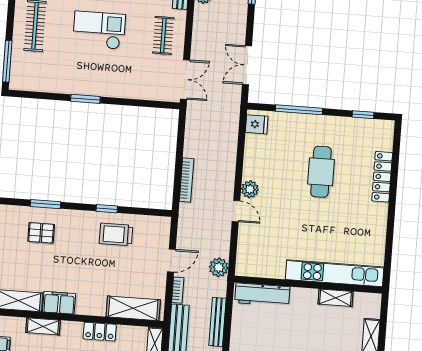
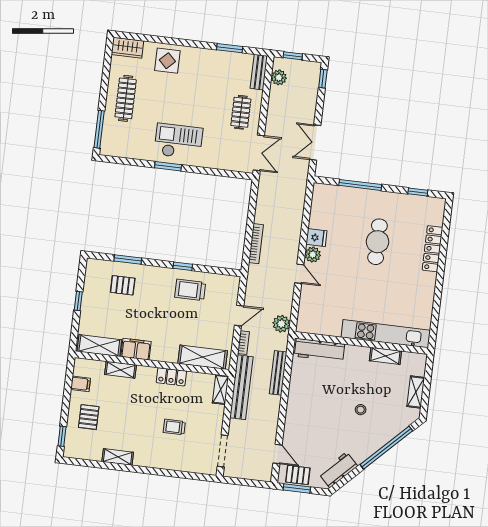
checkout: (99, 30) -> (178, 141), moved
fridge: (257, 124) -> (316, 238), moved

